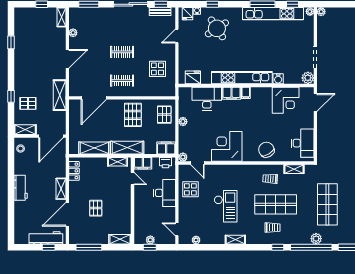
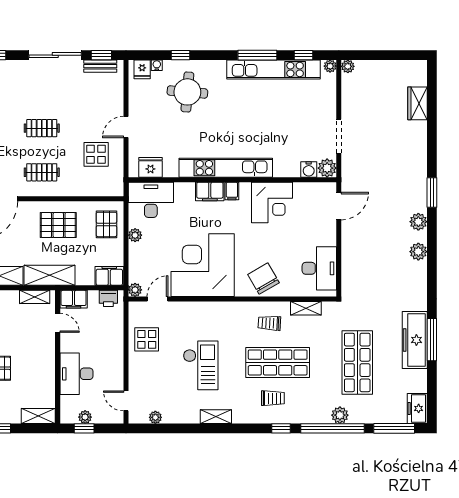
round table: (217, 28) -> (187, 92), turned 38
door: (177, 36) -> (126, 127), moved
water cooler: (278, 79) -> (309, 170), moved
desk: (207, 99) -> (151, 200), moved
corner desk: (286, 100) -> (272, 202), moved
pallet: (133, 115) -> (58, 225), turned 90
corner desk: (227, 146) -> (203, 265), width x1.36, depth x1.36
door: (197, 163) -> (157, 299), swing flipped
desk: (165, 193) -> (76, 374), moved, turned 180

